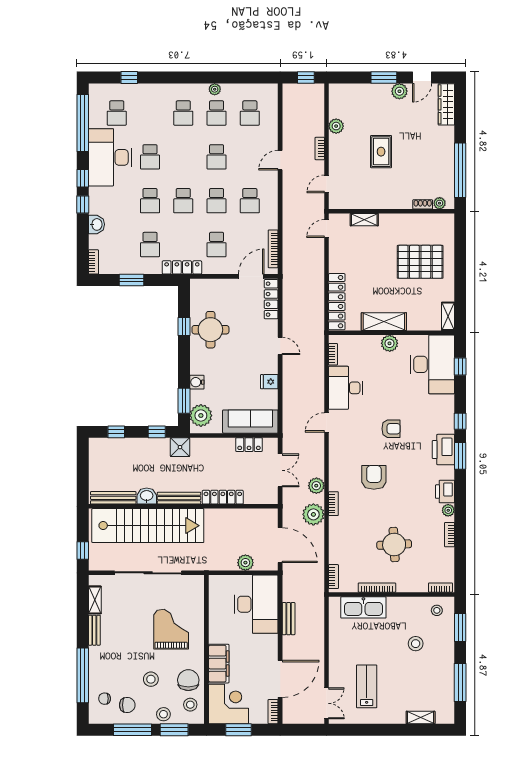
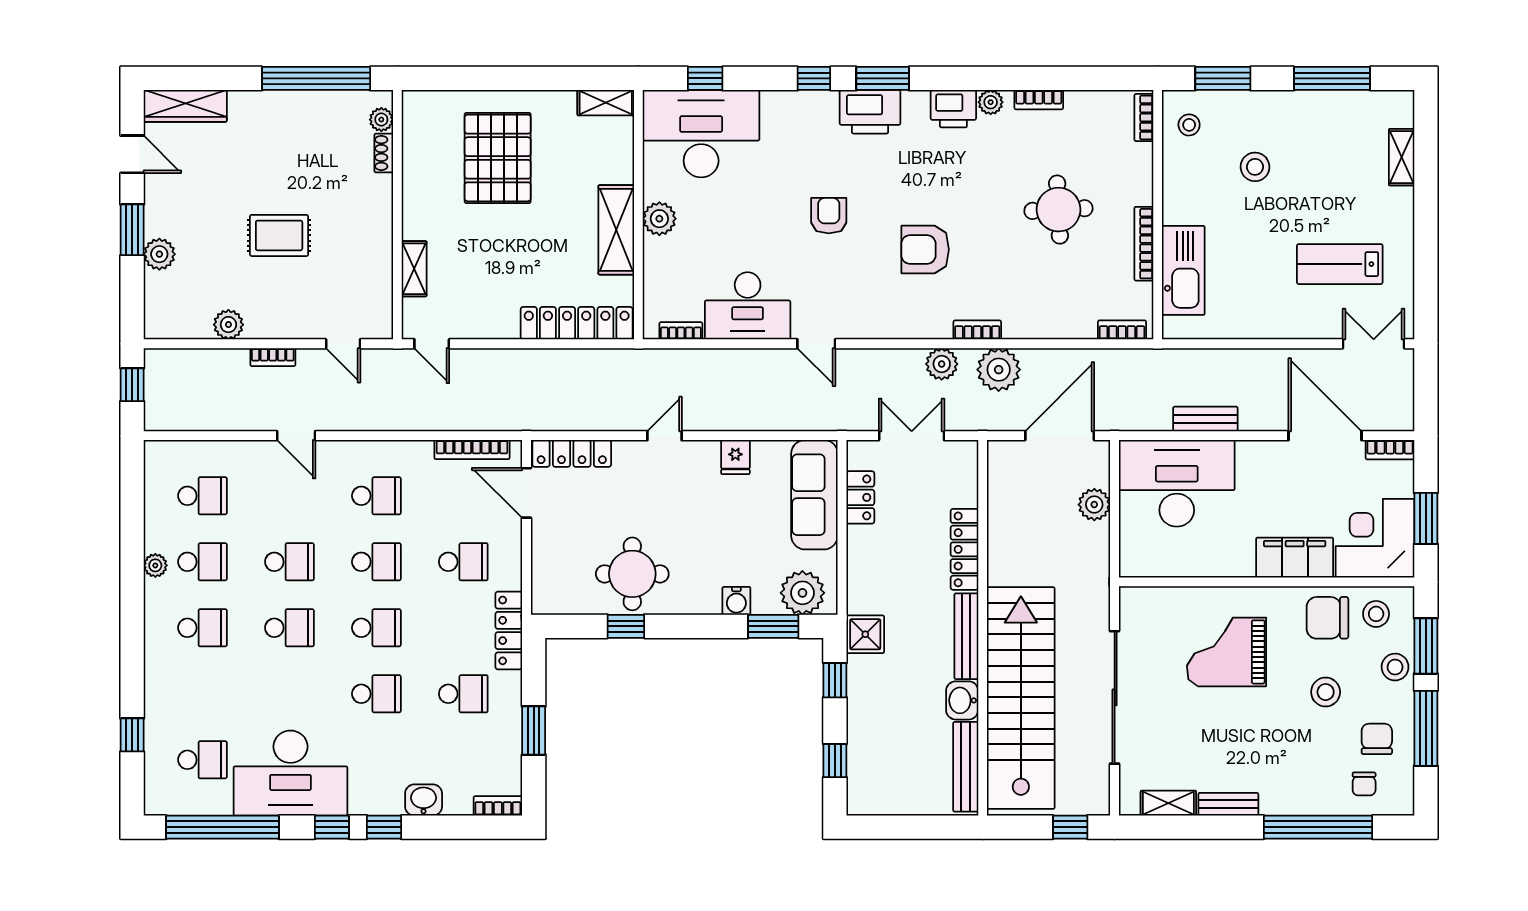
plant: (399, 91) -> (159, 254), moved
school desk: (150, 157) -> (289, 628), moved

